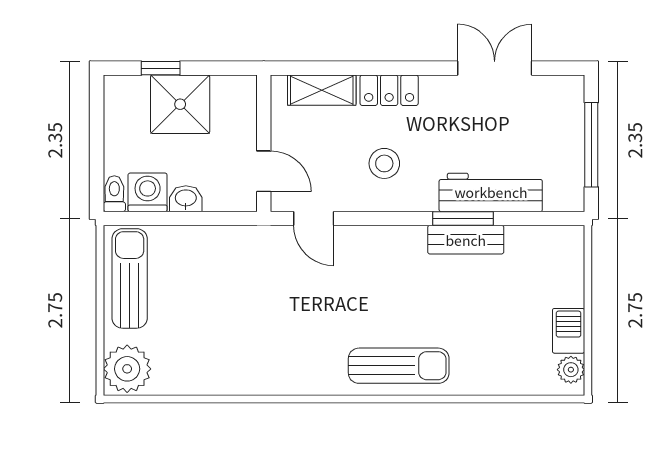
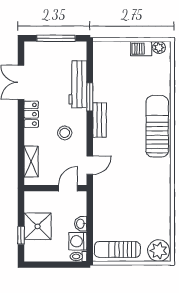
locker: (389, 90) -> (31, 114), moved
bench: (466, 240) -> (99, 120), moved
sun lounger: (399, 366) -> (157, 126), width x1.36, depth x1.34

